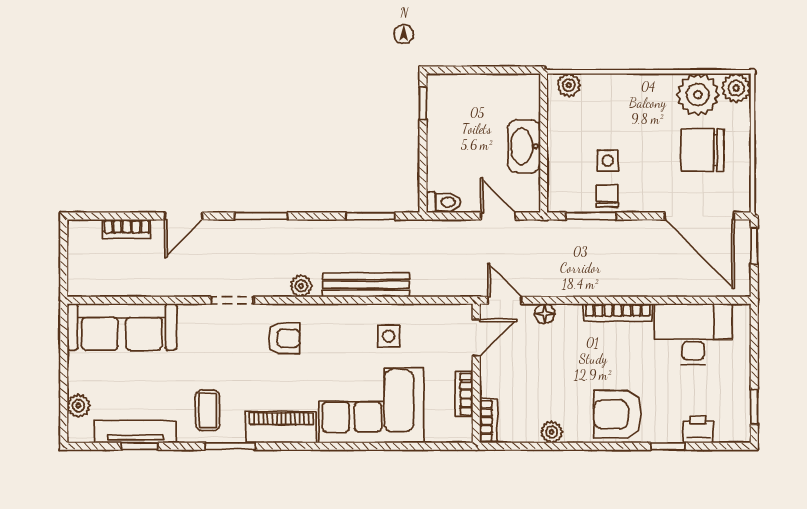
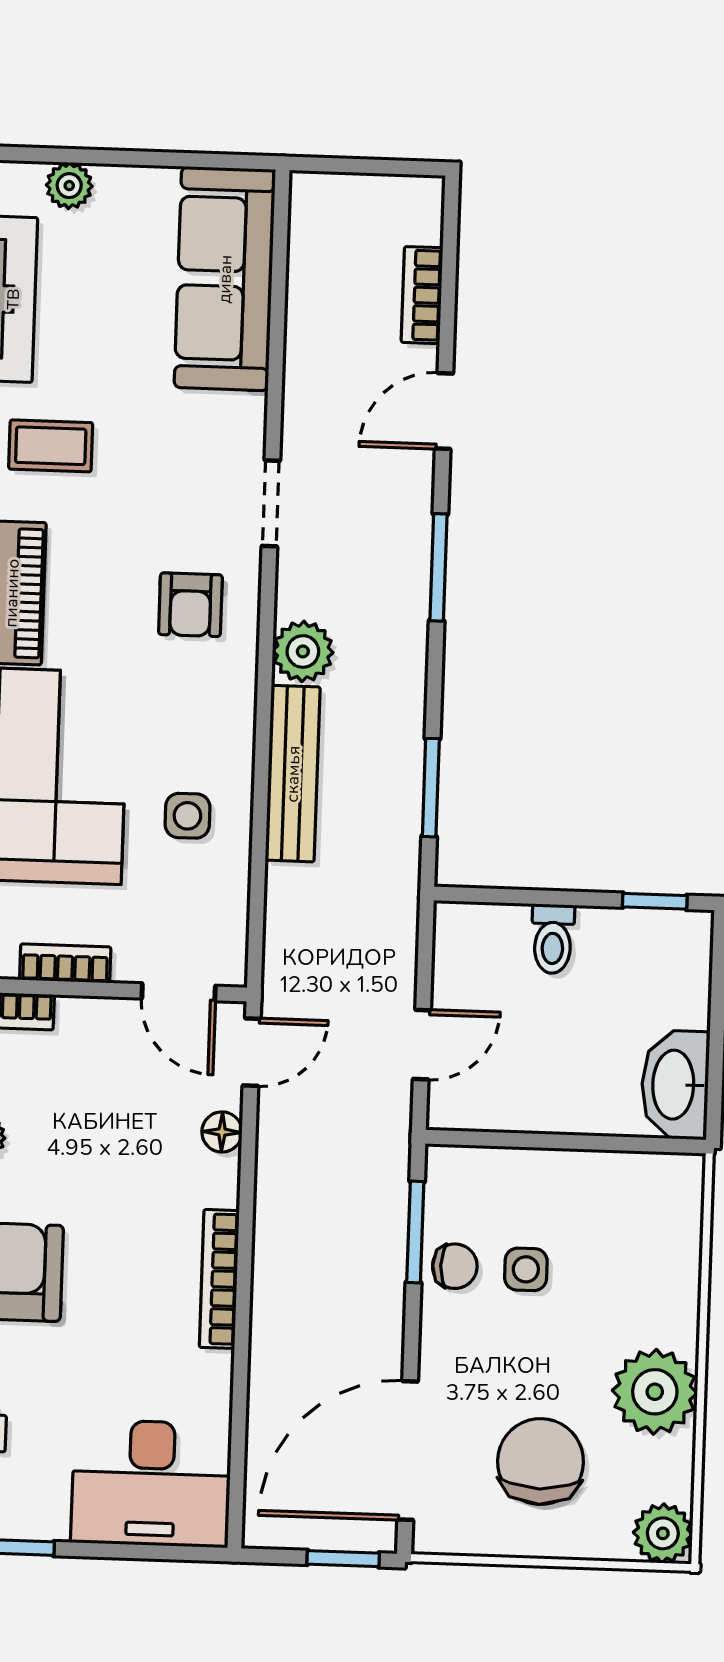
plant: (569, 85) -> (681, 1197), removed
plant: (698, 95) -> (655, 1392), moved
washbasin: (524, 146) -> (675, 1085), moved, turned -90
toilet: (443, 202) -> (553, 939), moved
door: (184, 216) -> (444, 411), hinge flipped
plant: (301, 286) -> (303, 651), width x1.38, depth x1.38
desk: (693, 334) -> (151, 1483), moved, turned 90

